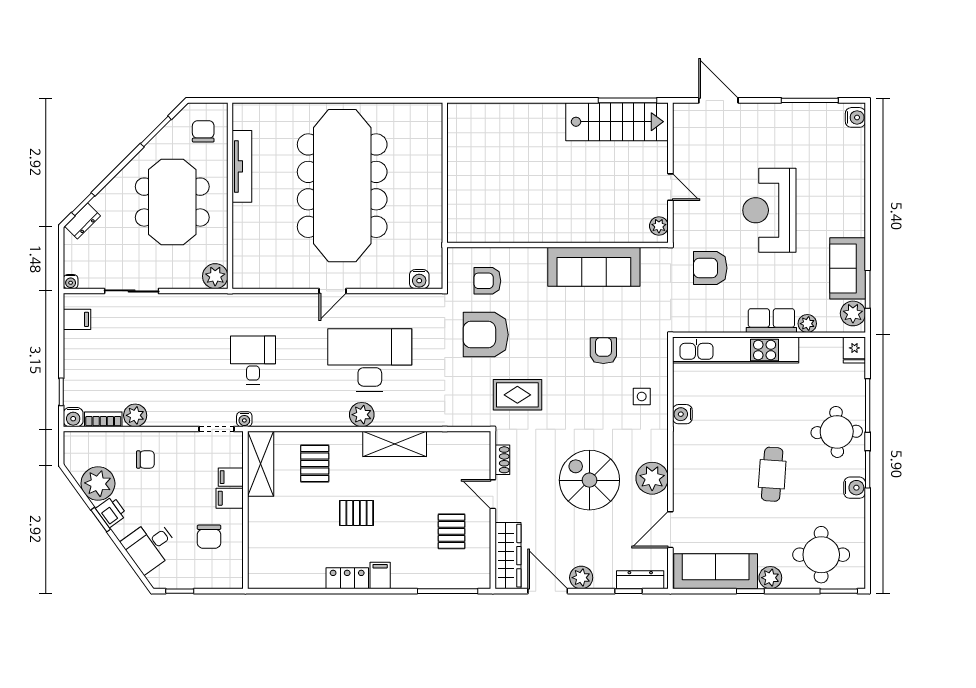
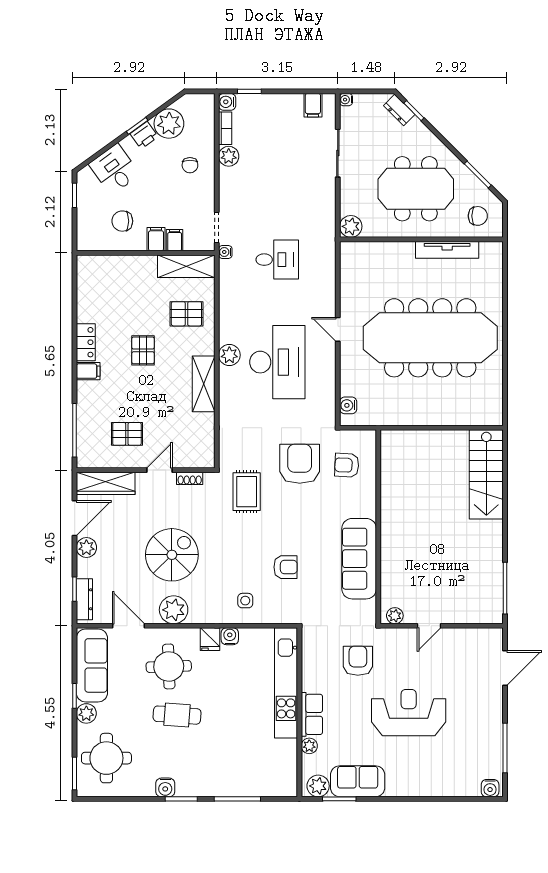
stairs: (617, 122) -> (486, 474), moved
armchair: (487, 281) -> (347, 465), turned -87
fridge: (854, 350) -> (210, 639), moved, turned -90
round table: (837, 432) -> (169, 666), moved

